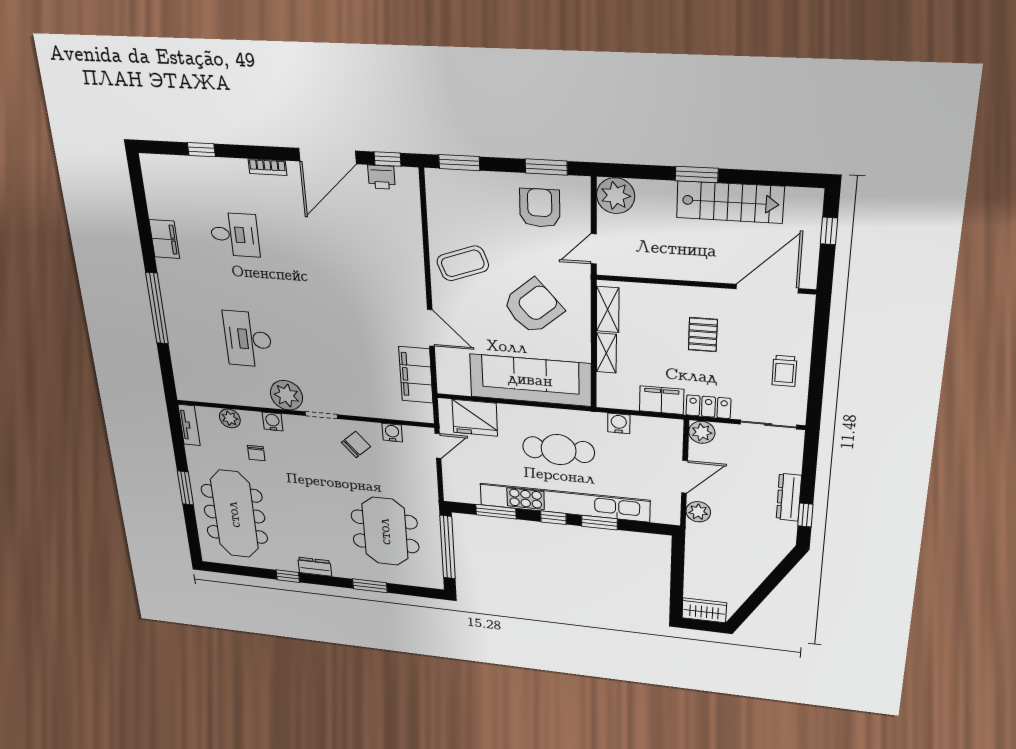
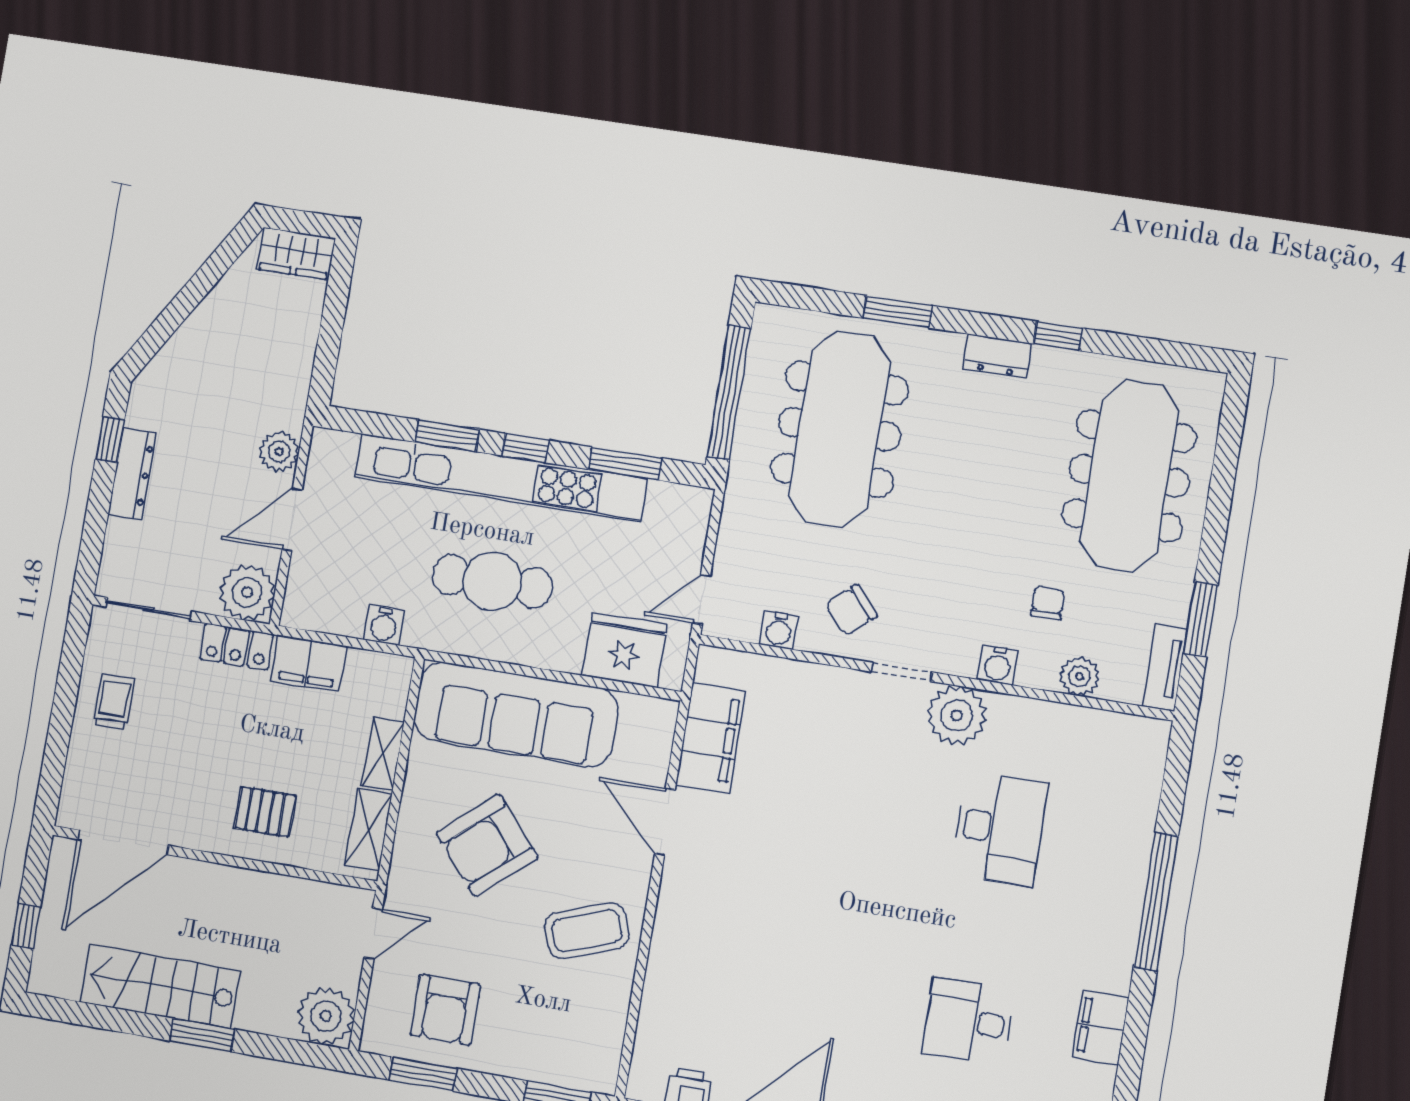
pallet: (703, 335) -> (265, 812), moved, turned 90
plant: (702, 432) -> (247, 592), width x1.36, depth x1.36
window: (185, 488) -> (1201, 619), moved
meeting table: (385, 531) -> (840, 429), width x1.36

